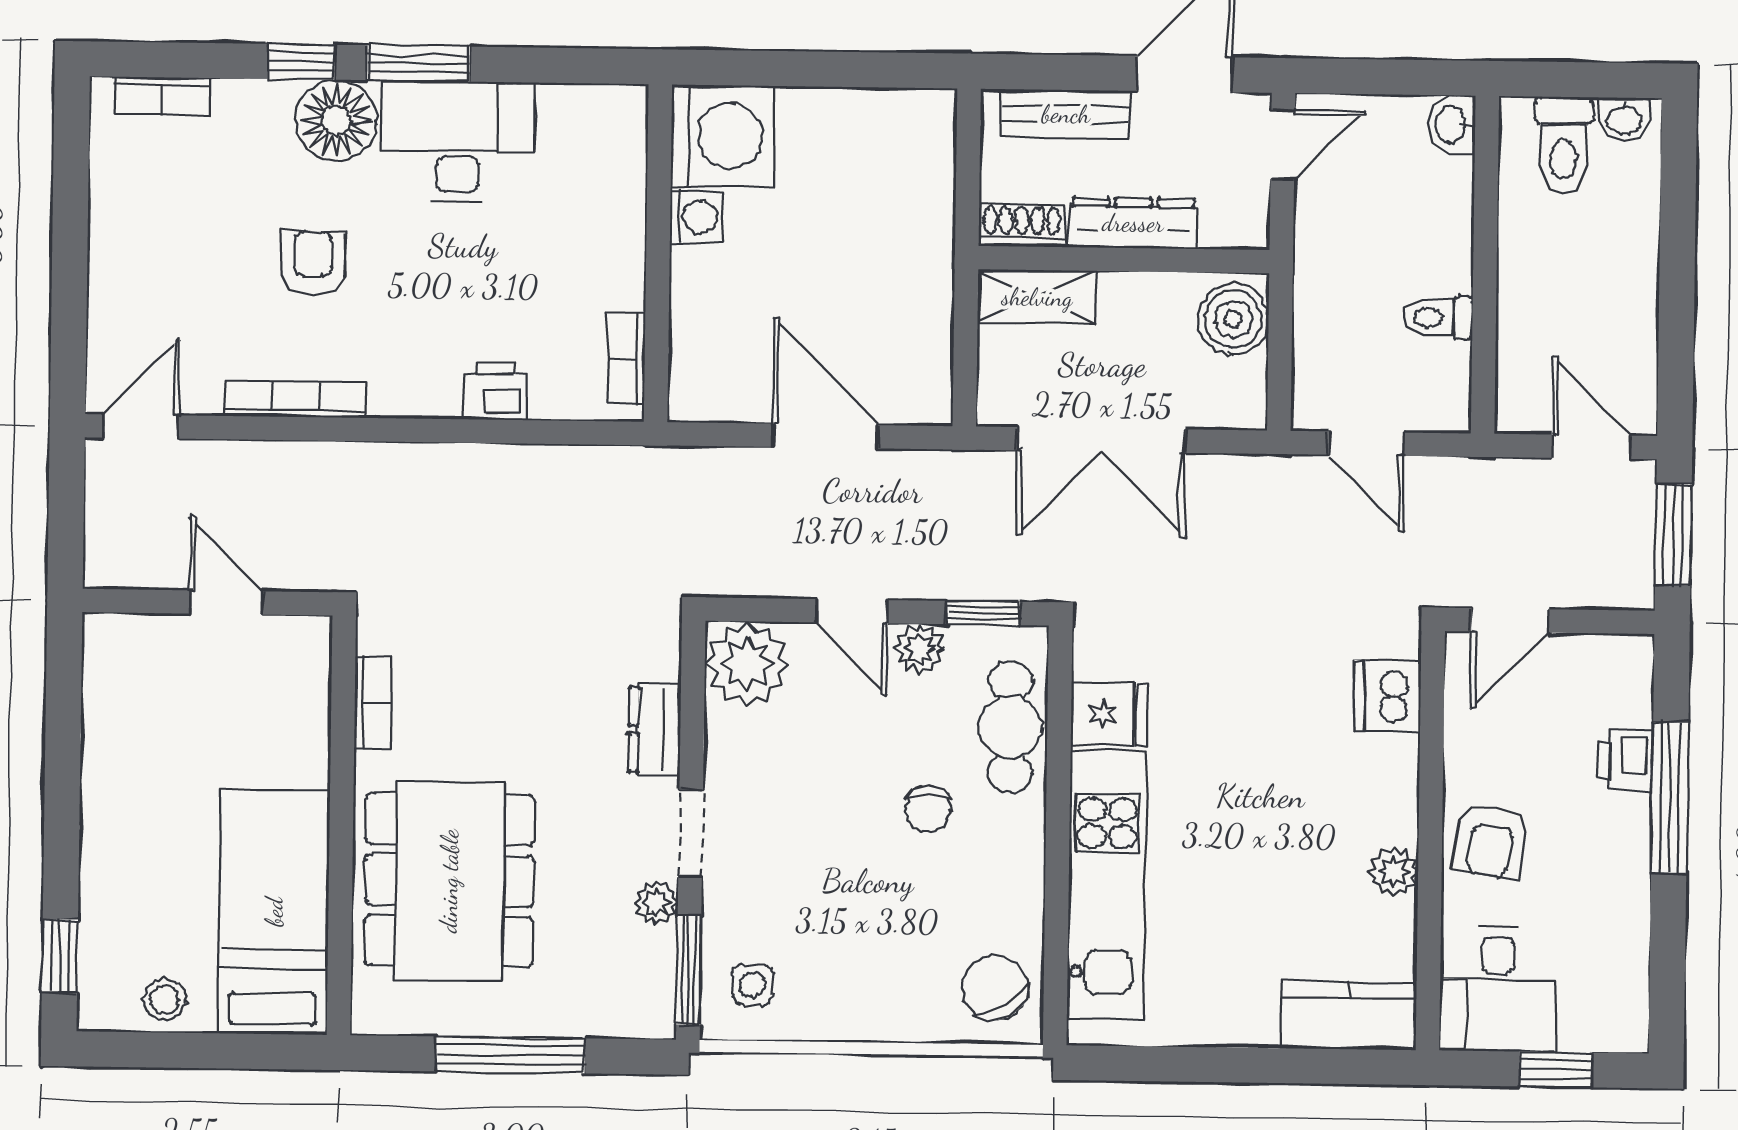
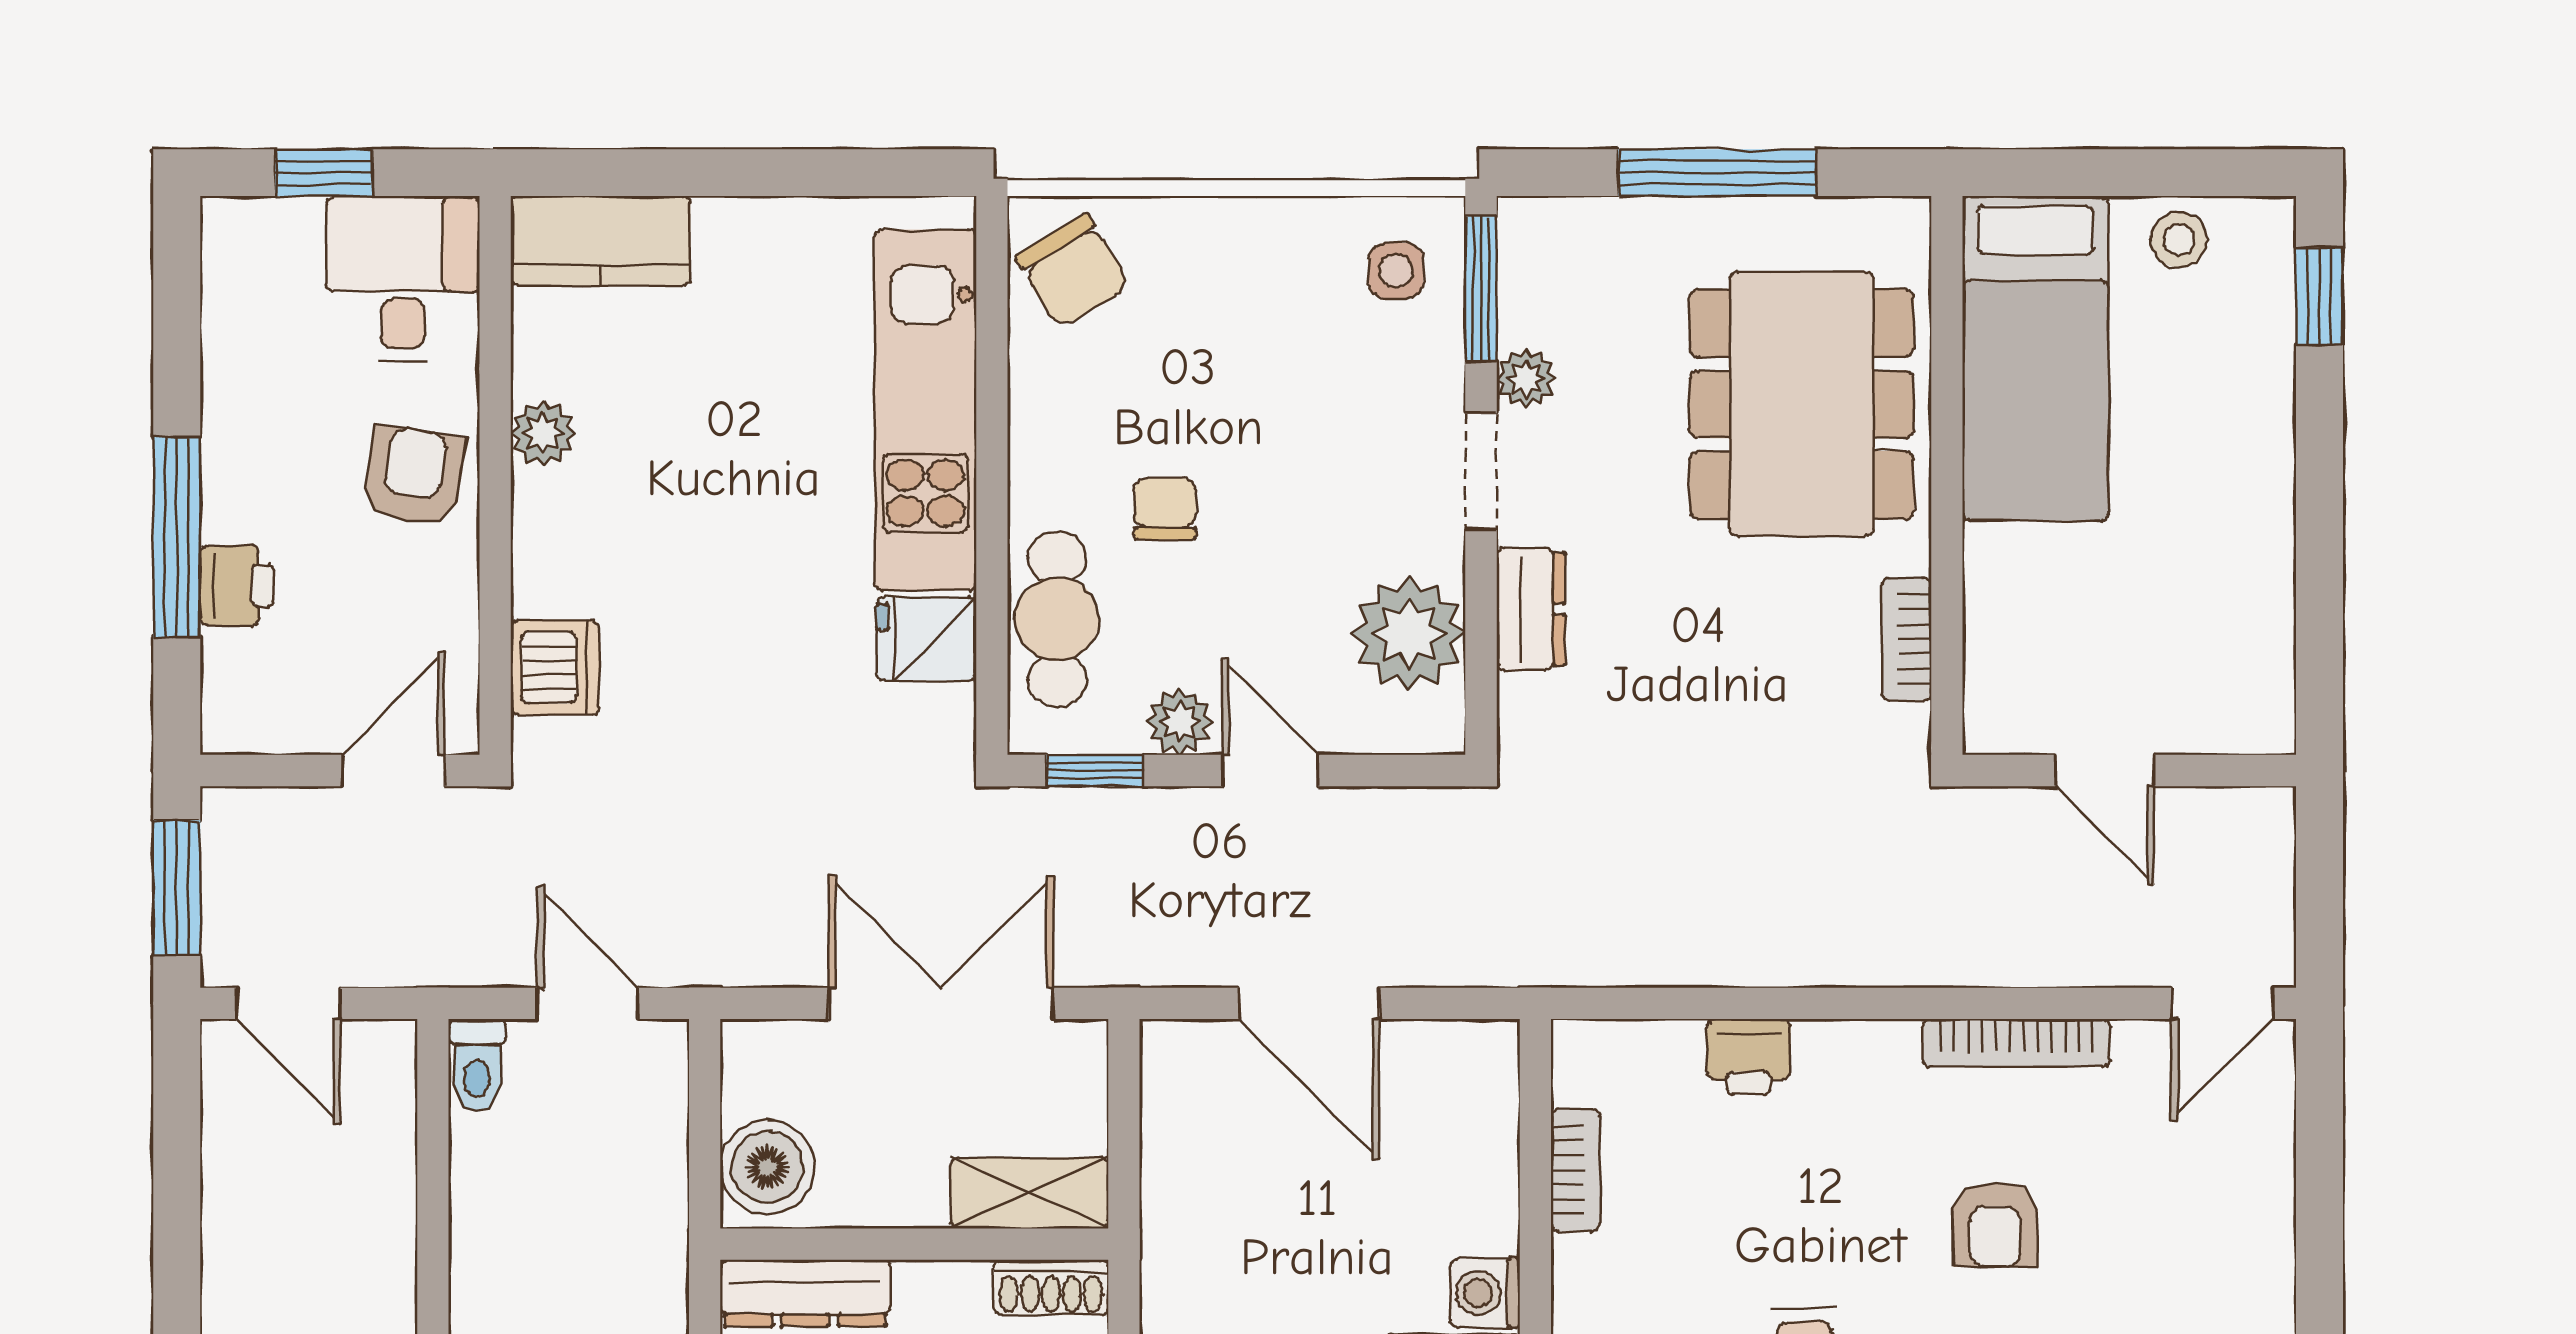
dresser: (1133, 223) -> (805, 1293), moved
toilet: (1438, 318) -> (477, 1065), moved, turned 90
bookcase: (627, 358) -> (1575, 1170), moved
plant: (747, 664) -> (1409, 634), moved

